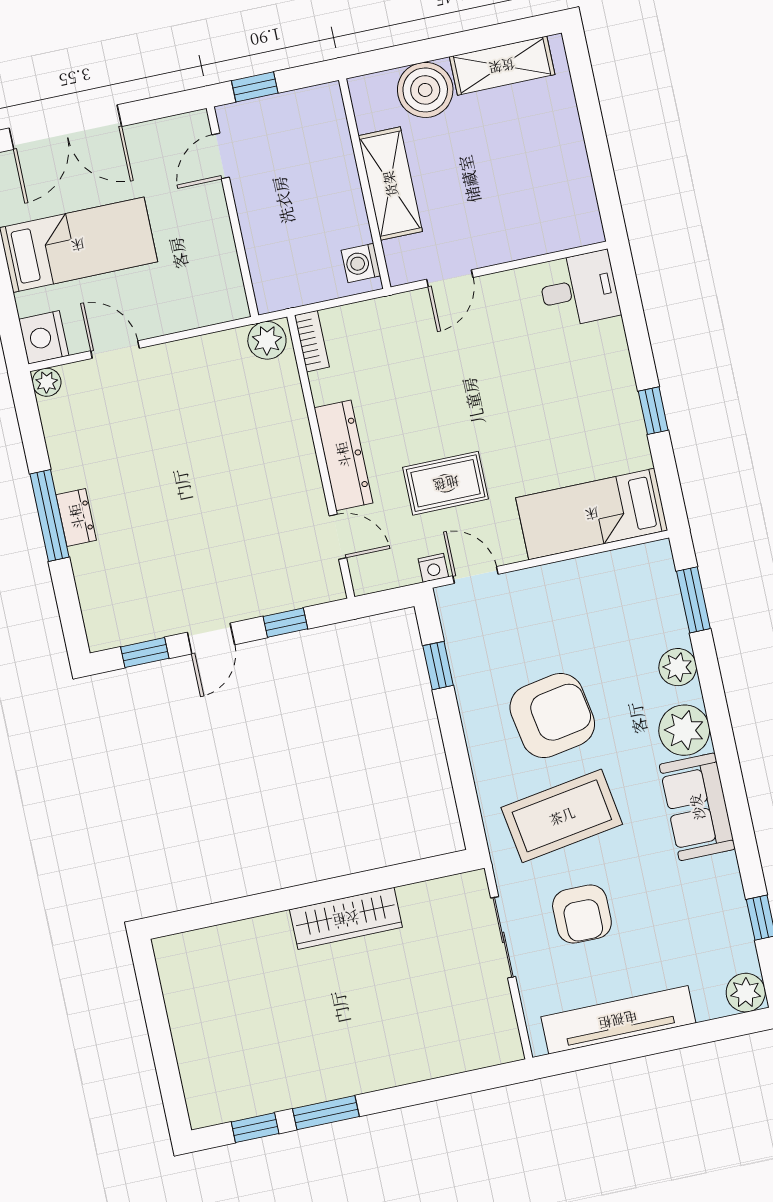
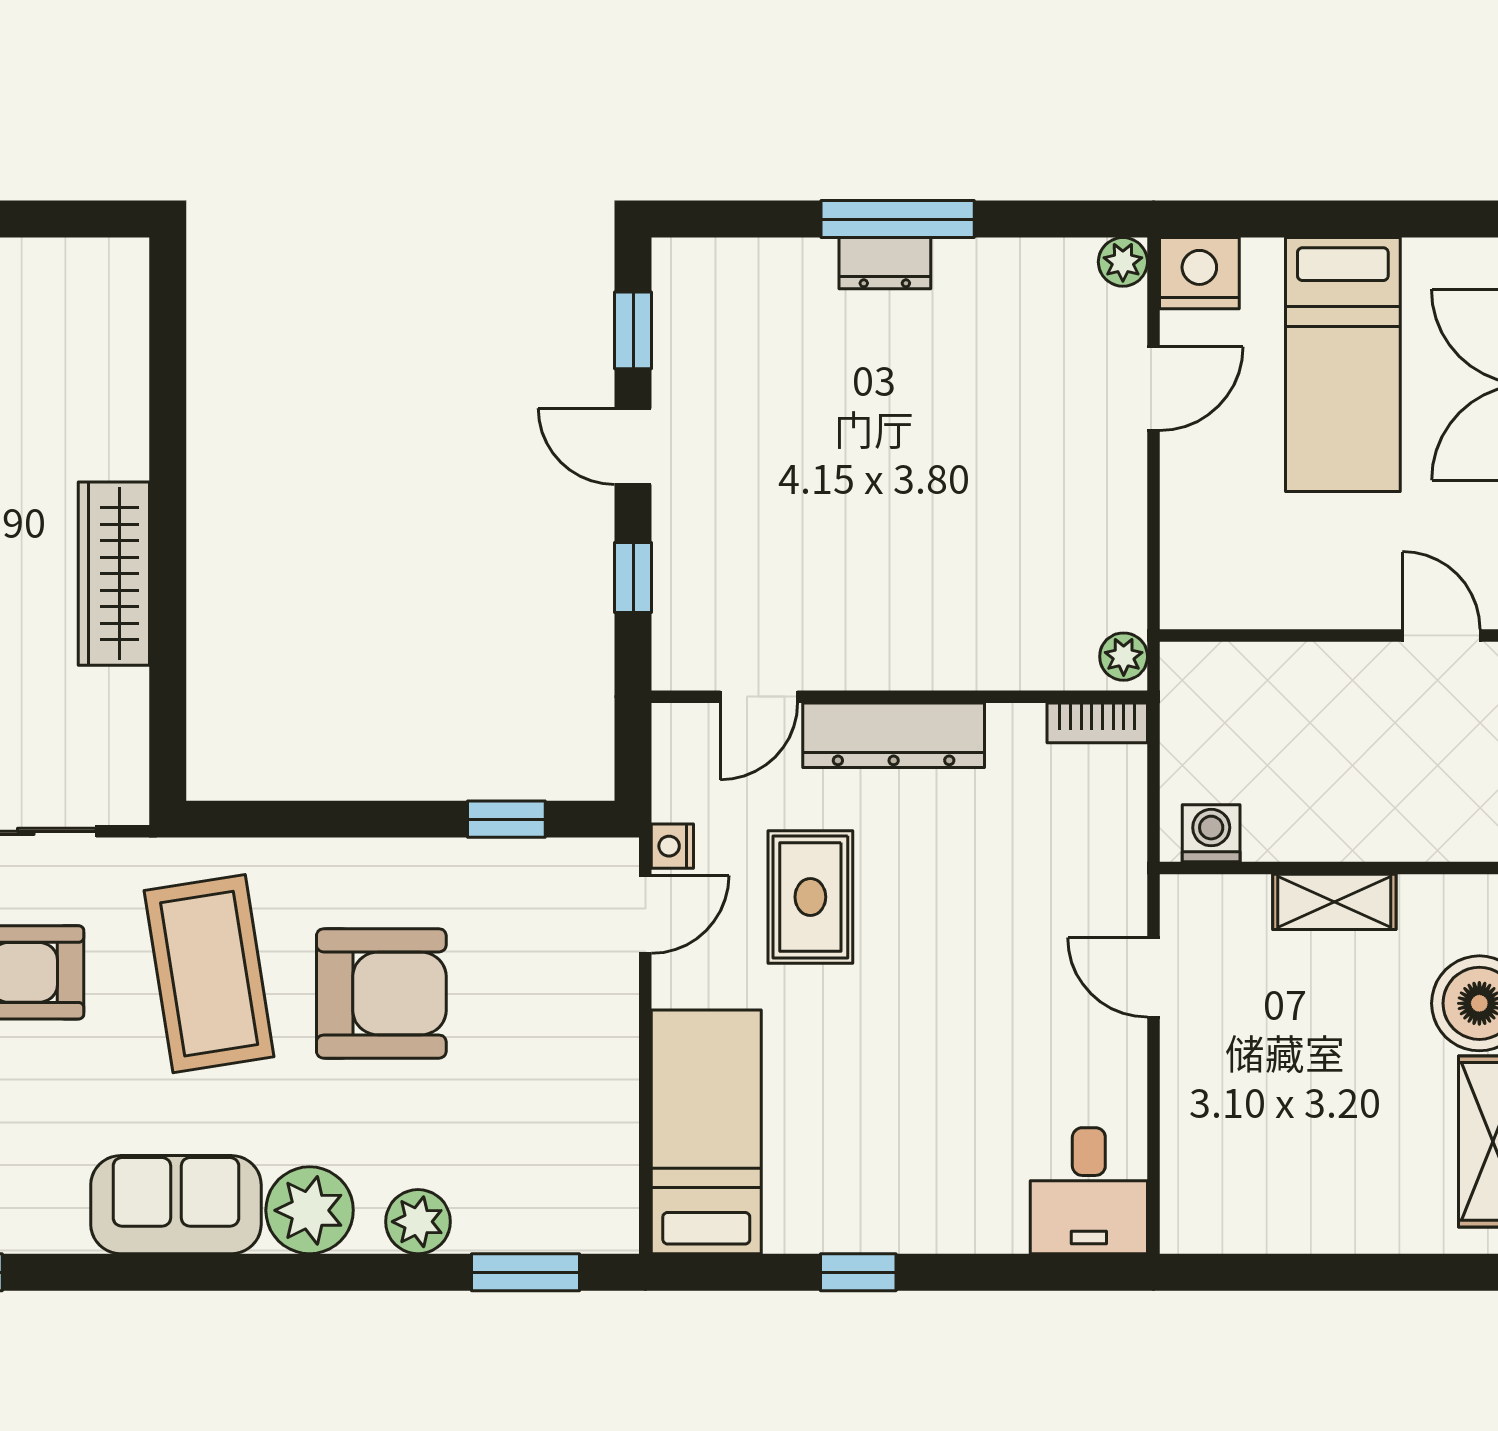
shelving: (390, 184) -> (1334, 902), width x0.67, depth x0.75
plant: (267, 340) -> (1124, 657), width x0.73, depth x0.73
armchair: (552, 716) -> (381, 993), turned -80

